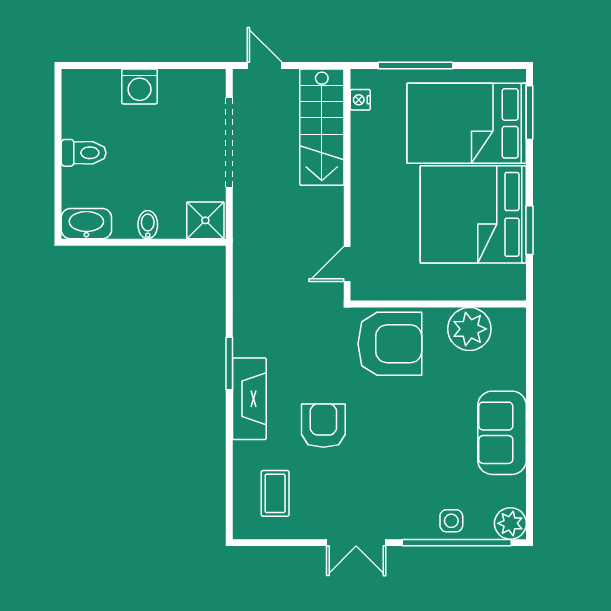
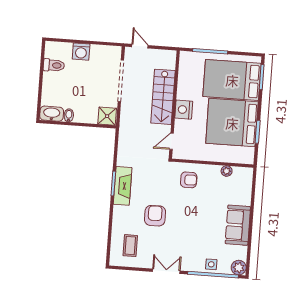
nightstand: (360, 100) -> (184, 110), moved, width x1.89, depth x1.79
stairs: (322, 127) -> (163, 97), moved
toilet: (84, 153) -> (54, 65), moved
bidet: (148, 225) -> (69, 115), moved
plant: (469, 329) -> (227, 171), width x0.53, depth x0.53
armchair: (390, 344) -> (189, 180), width x0.53, depth x0.53
fireplace: (249, 399) -> (123, 186), moved
double door: (356, 543) -> (166, 271), swing flipped

